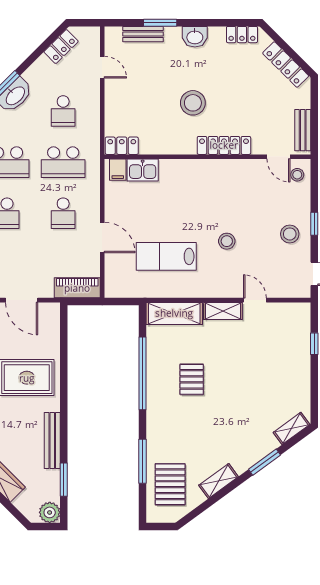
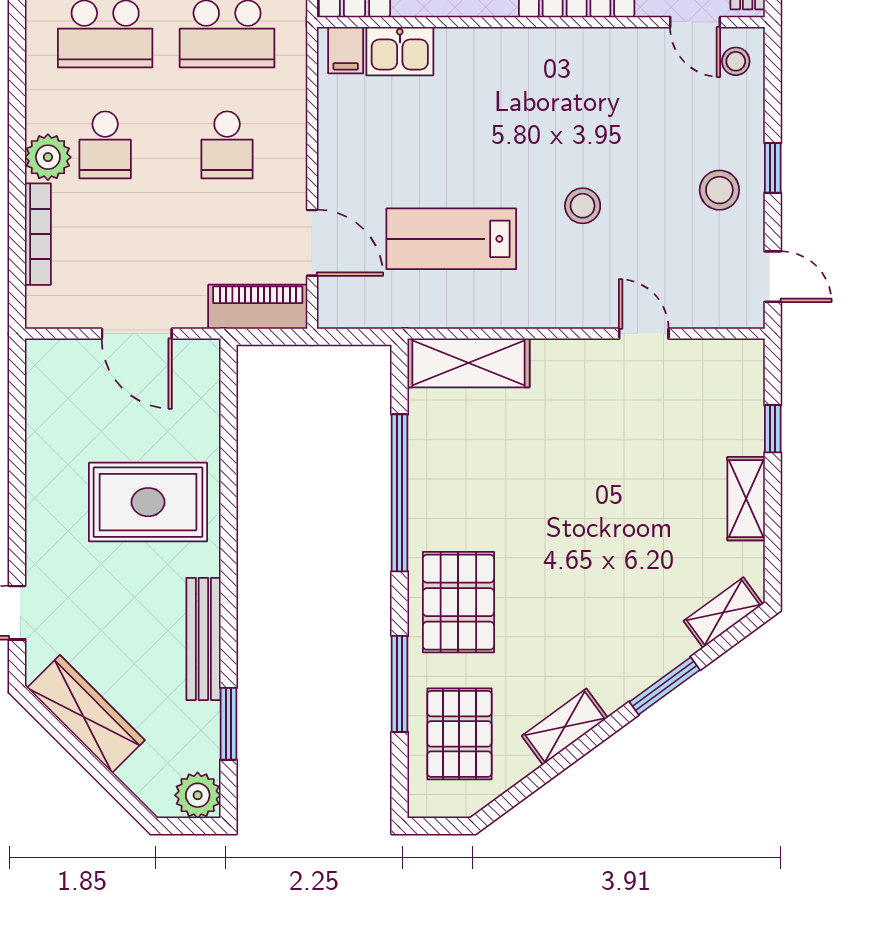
door: (102, 238) -> (312, 243), moved
shelving: (223, 311) -> (746, 499), moved, turned 90
pallet: (192, 379) -> (458, 602), moved, width x1.50, depth x1.42

